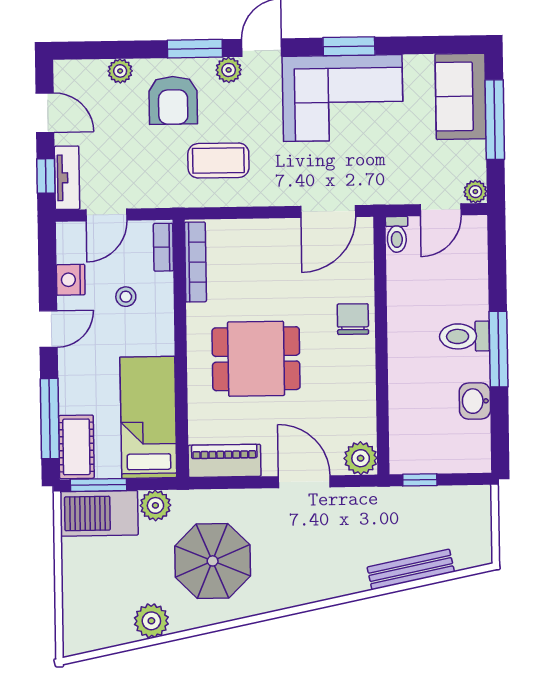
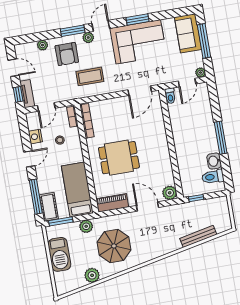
chair: (353, 319) -> (157, 135), removed
toilet: (464, 336) -> (213, 177), moved
barbecue: (99, 513) -> (59, 254), moved, turned -90

